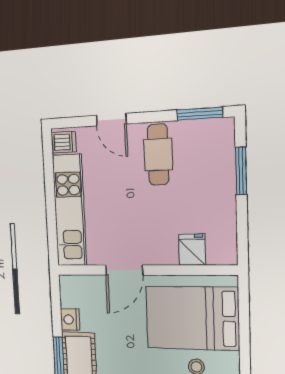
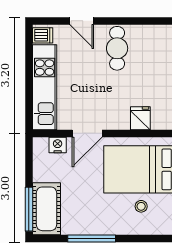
window: (200, 114) -> (149, 21), removed
nightstand: (70, 320) -> (58, 145), moved, turned 90

